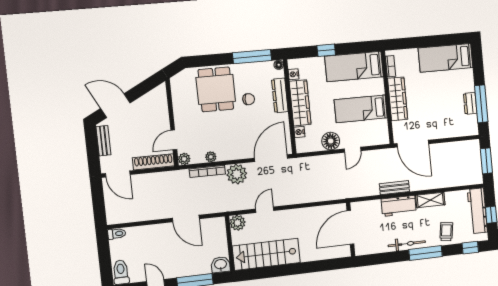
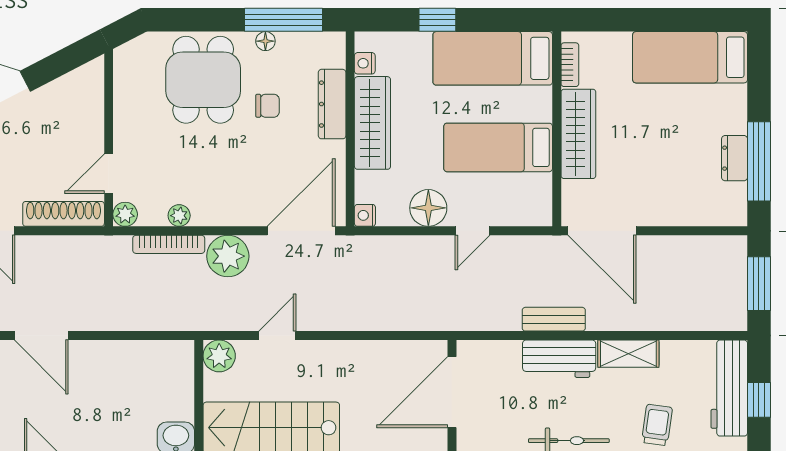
floor lamp: (279, 65) -> (265, 41), moved
nightstand: (299, 132) -> (365, 215), moved
door: (186, 219) -> (41, 336), moved

